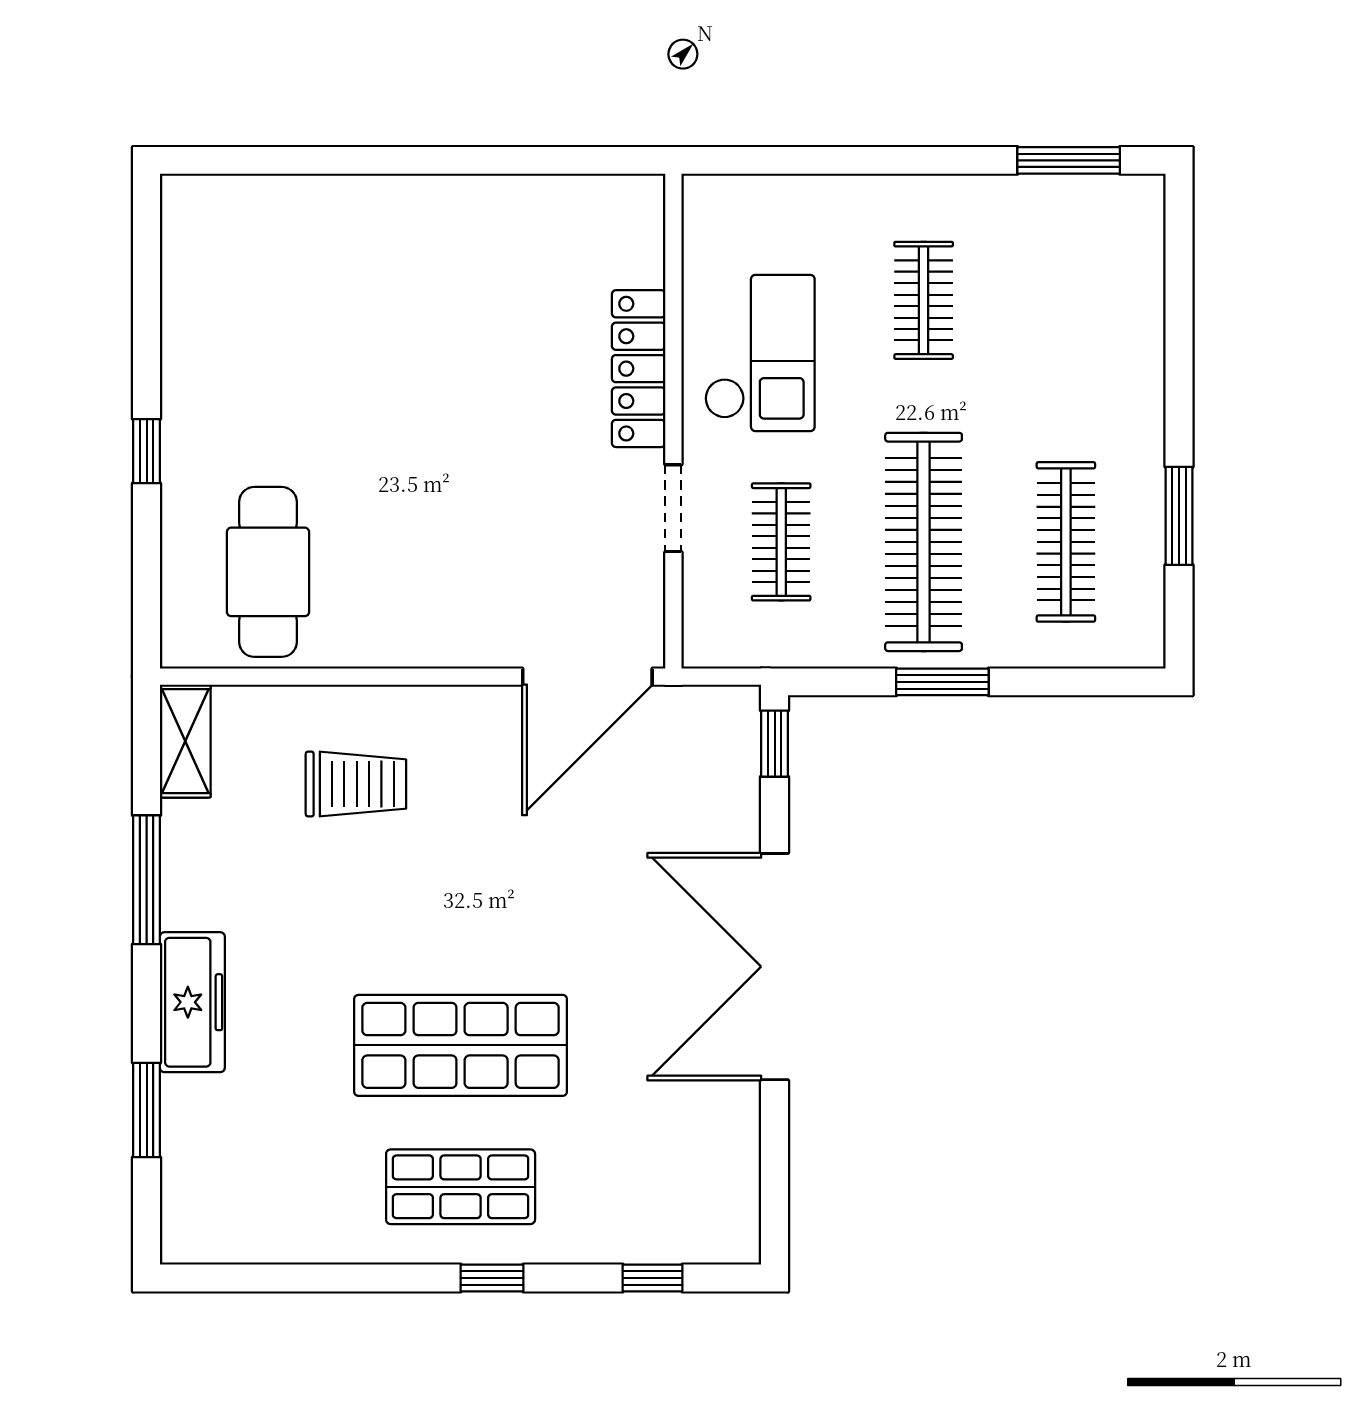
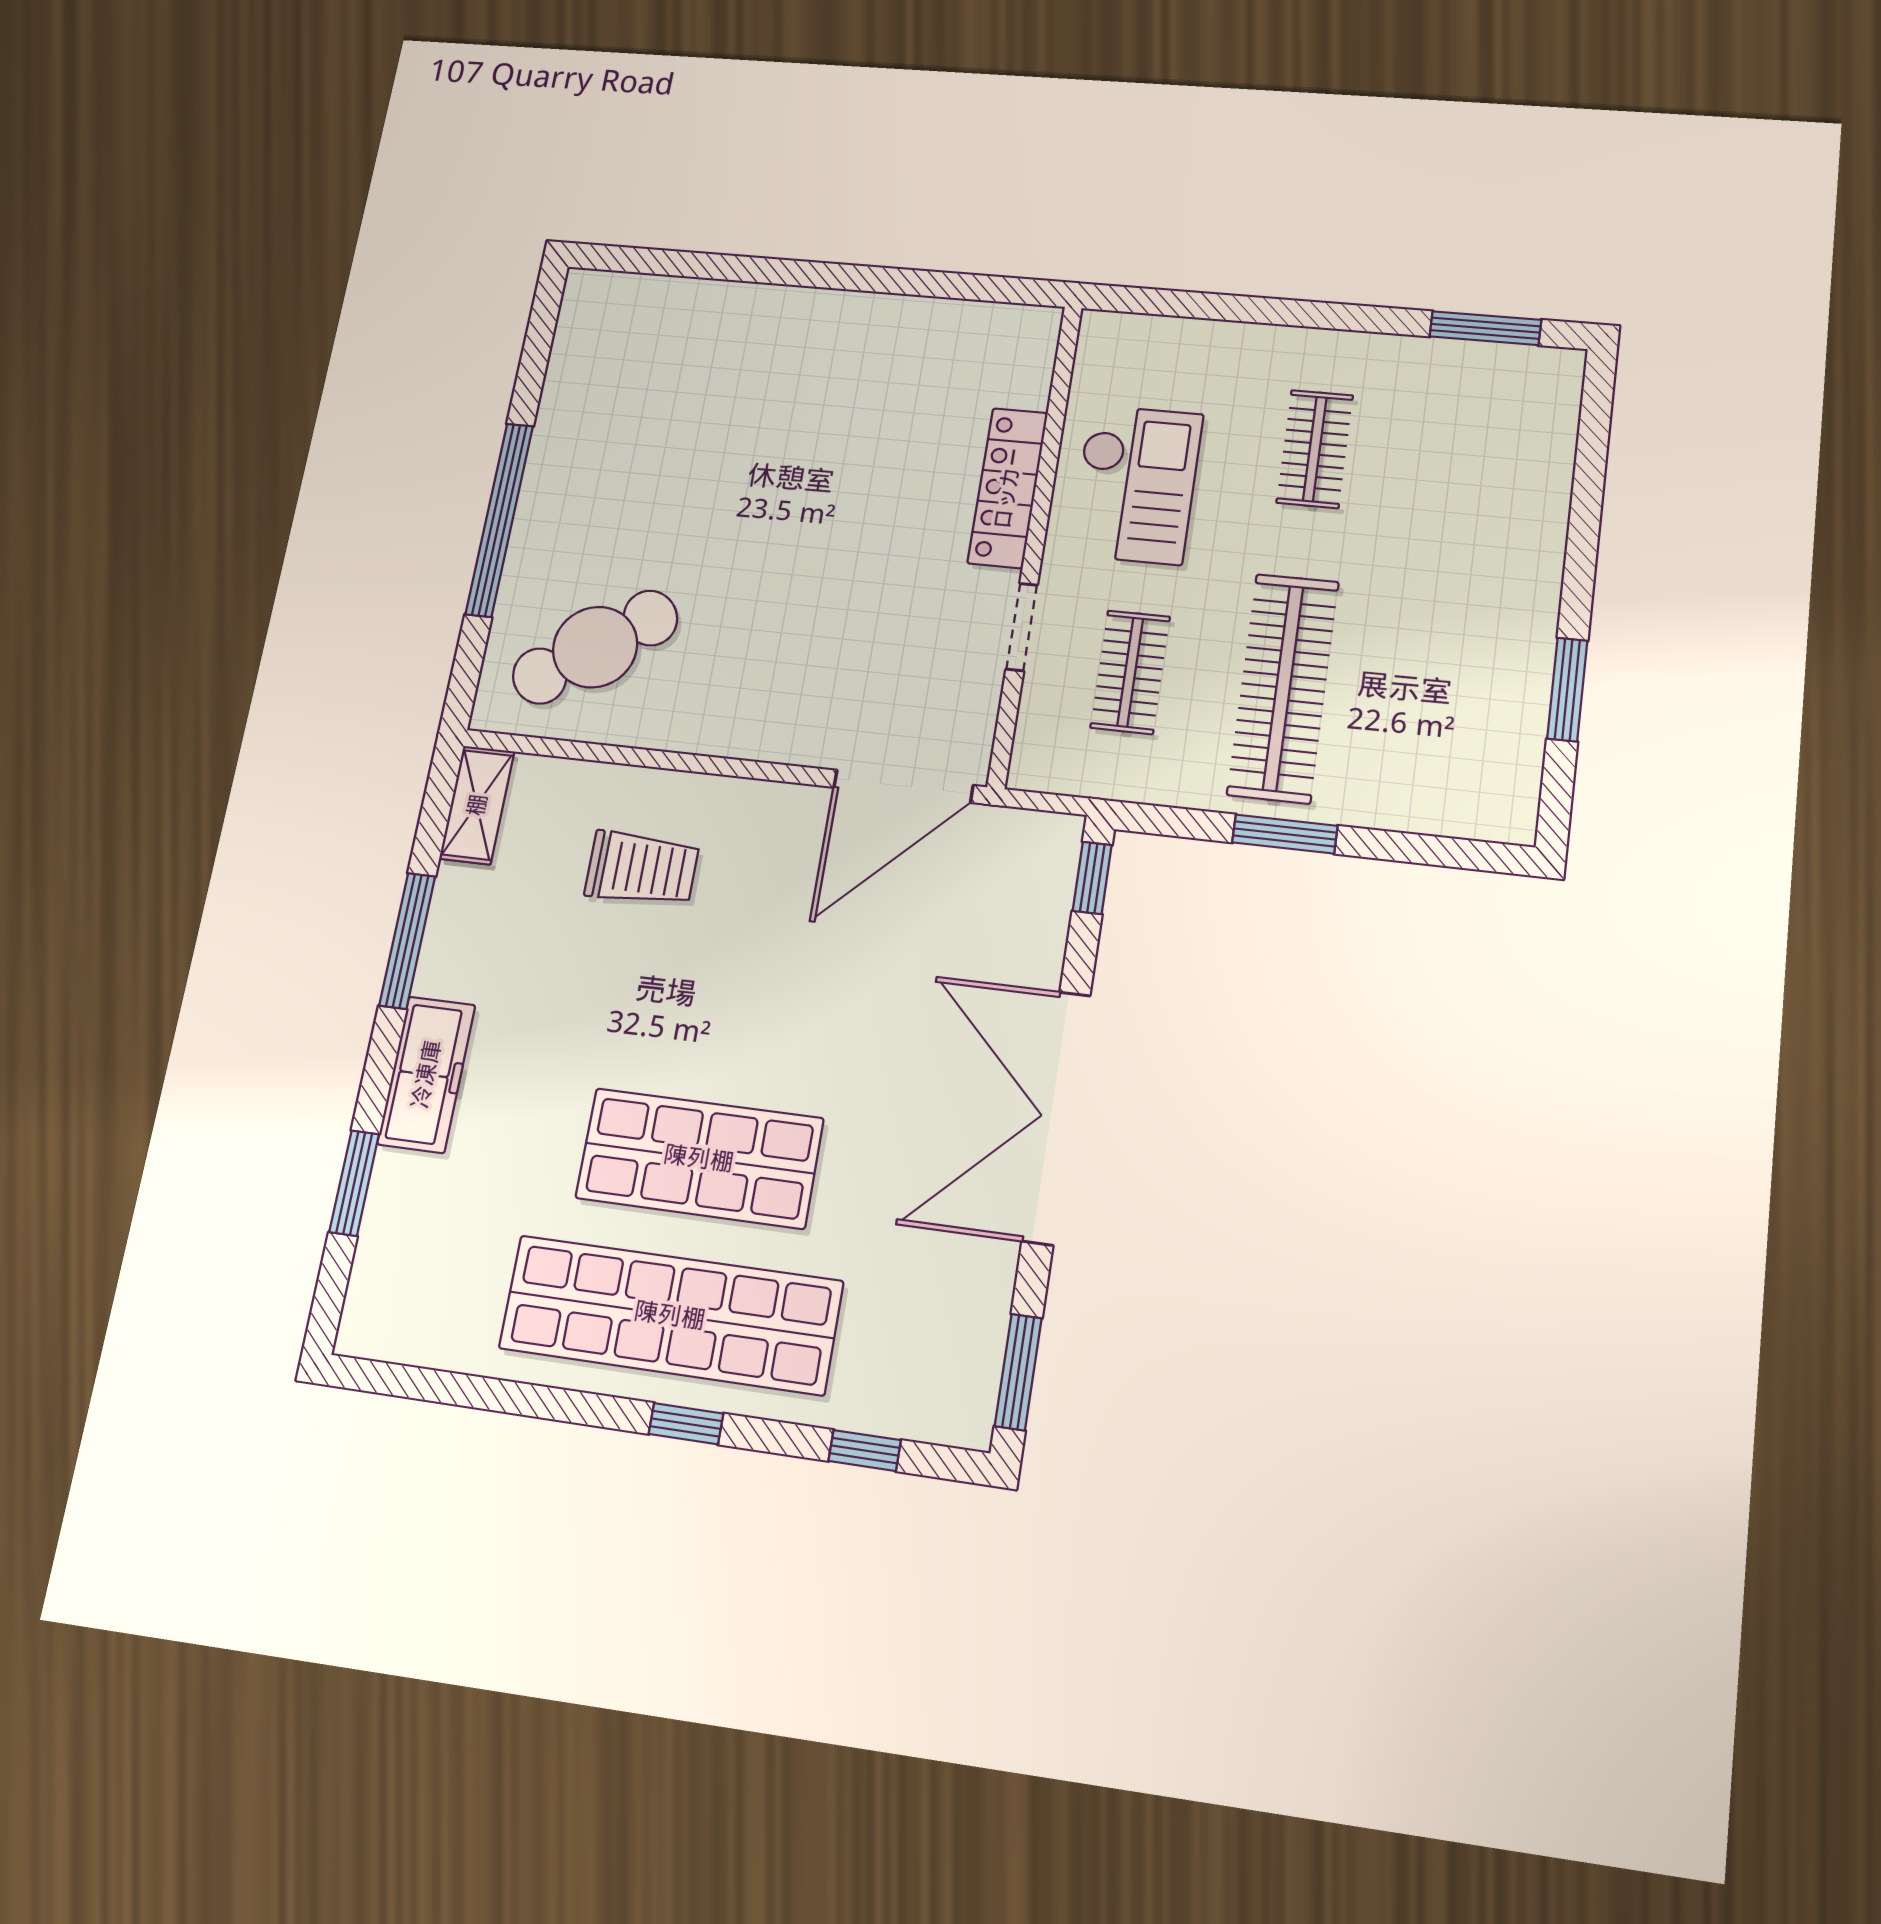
window: (147, 451) -> (499, 520), width x3.17
clothes rail: (1066, 542) -> (1439, 704), removed
cafe table: (268, 572) -> (595, 647), turned 54
shop shelf: (461, 1187) -> (670, 1315), width x2.00, depth x1.36
window: (775, 1193) -> (1018, 1372), added

